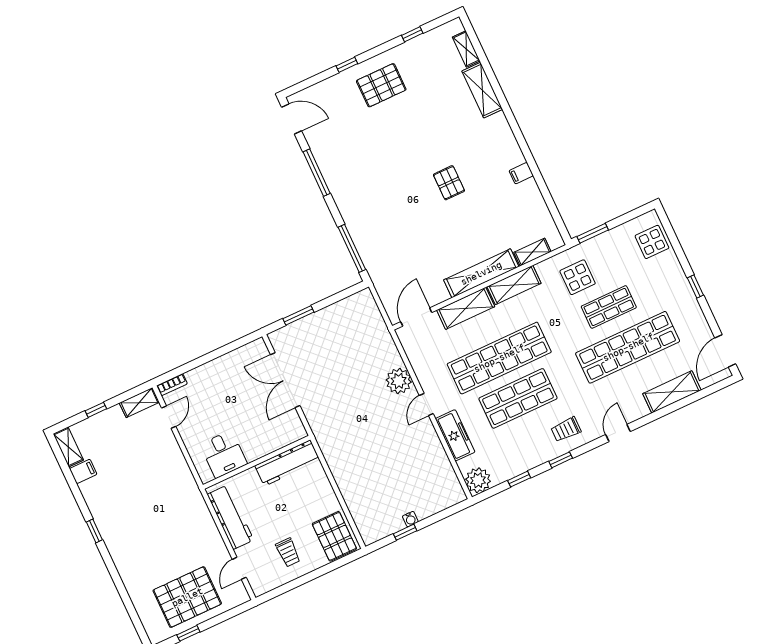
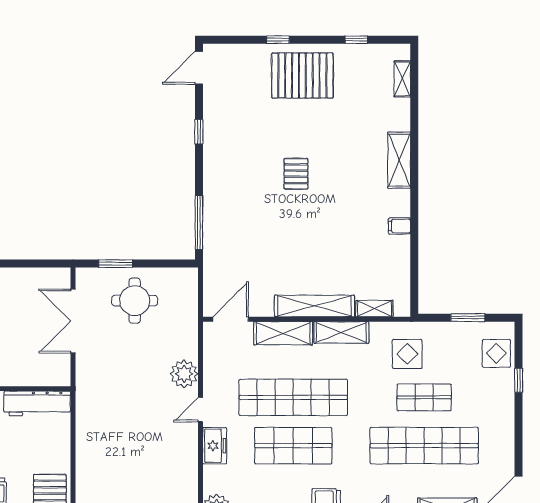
pallet: (381, 85) -> (302, 76), width x1.37, depth x1.41
shelving: (482, 90) -> (399, 160), moved
door: (292, 119) -> (199, 68), swing flipped
window: (317, 173) -> (199, 132), width x0.46
pallet: (449, 183) -> (296, 174), moved
window: (593, 233) -> (468, 318), moved
window: (695, 287) -> (519, 380), moved
round table: (329, 339) -> (135, 301), added
freezer: (455, 435) -> (215, 446), width x0.71

